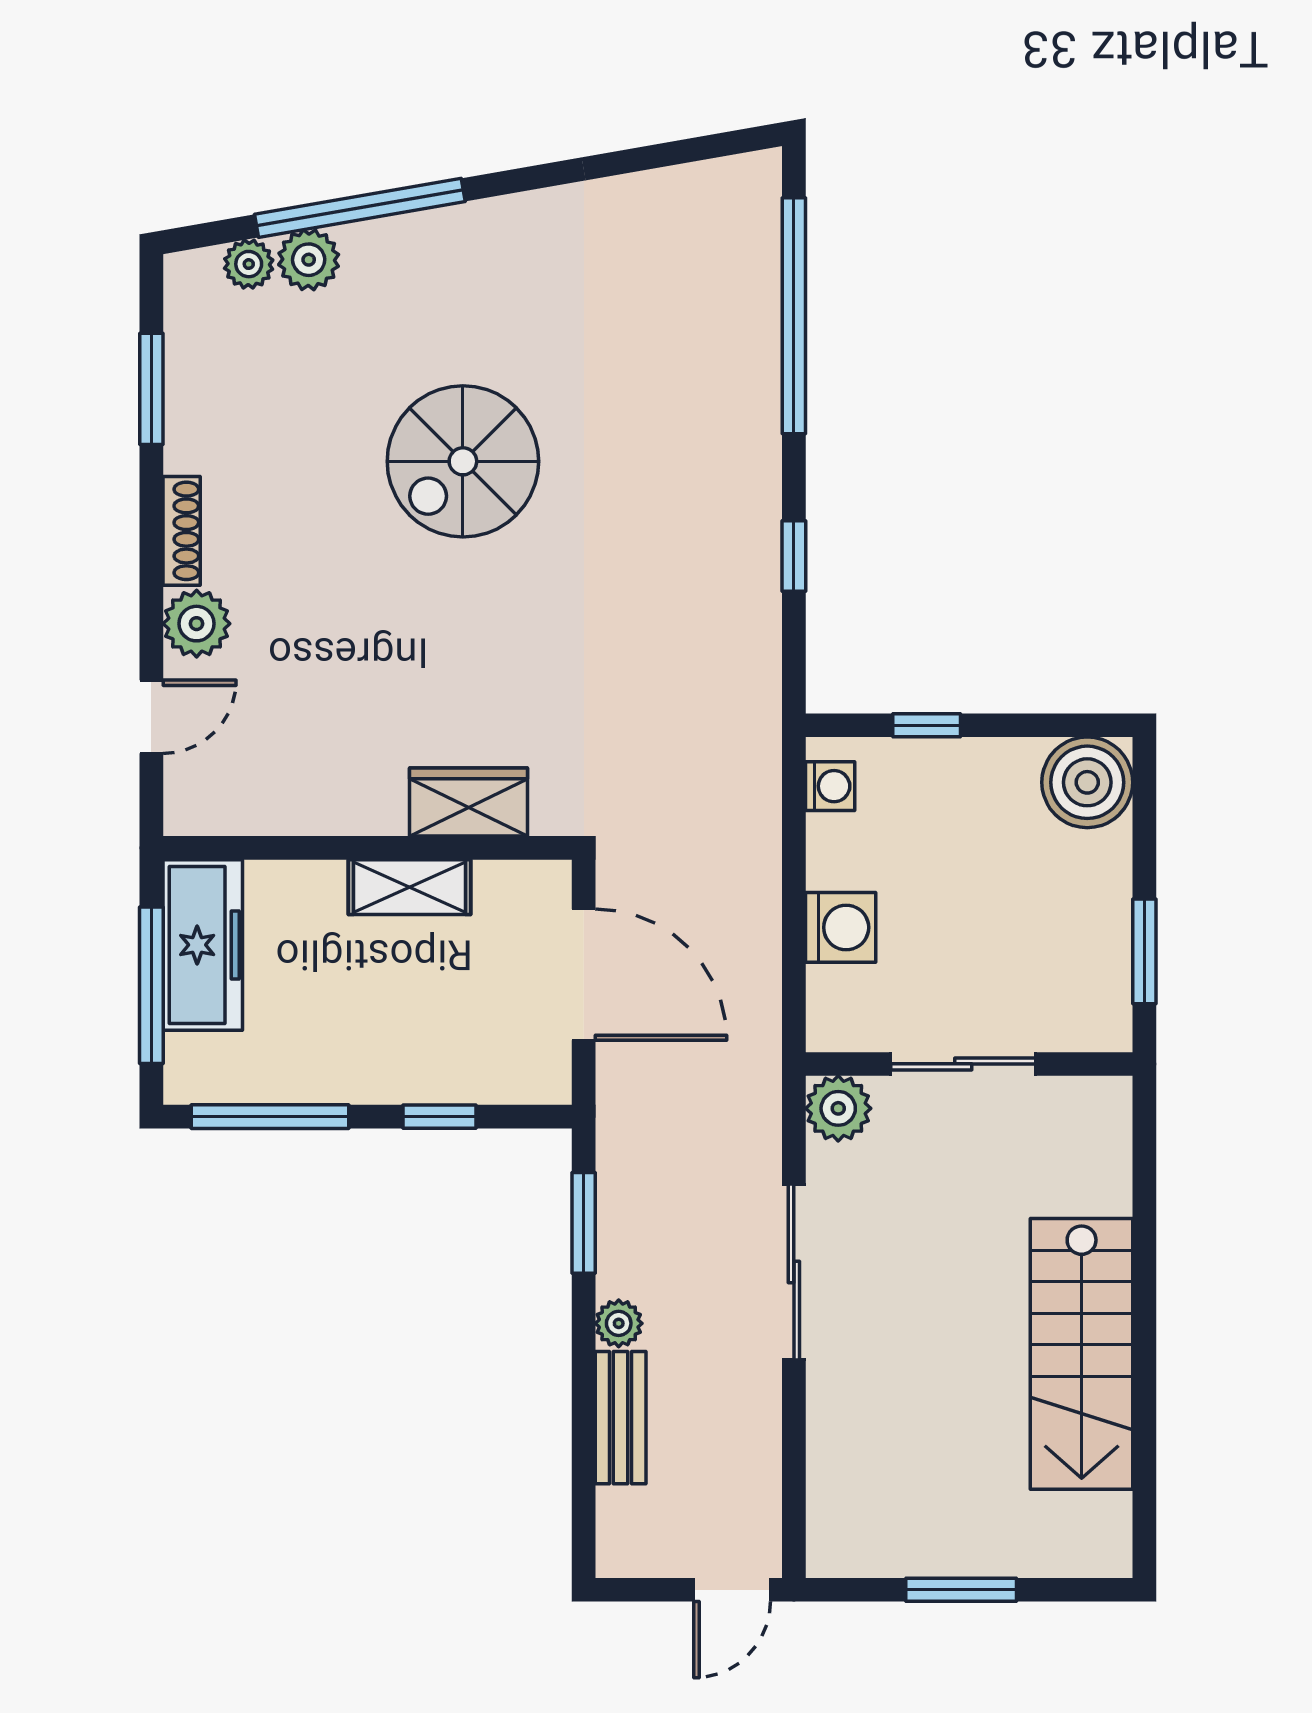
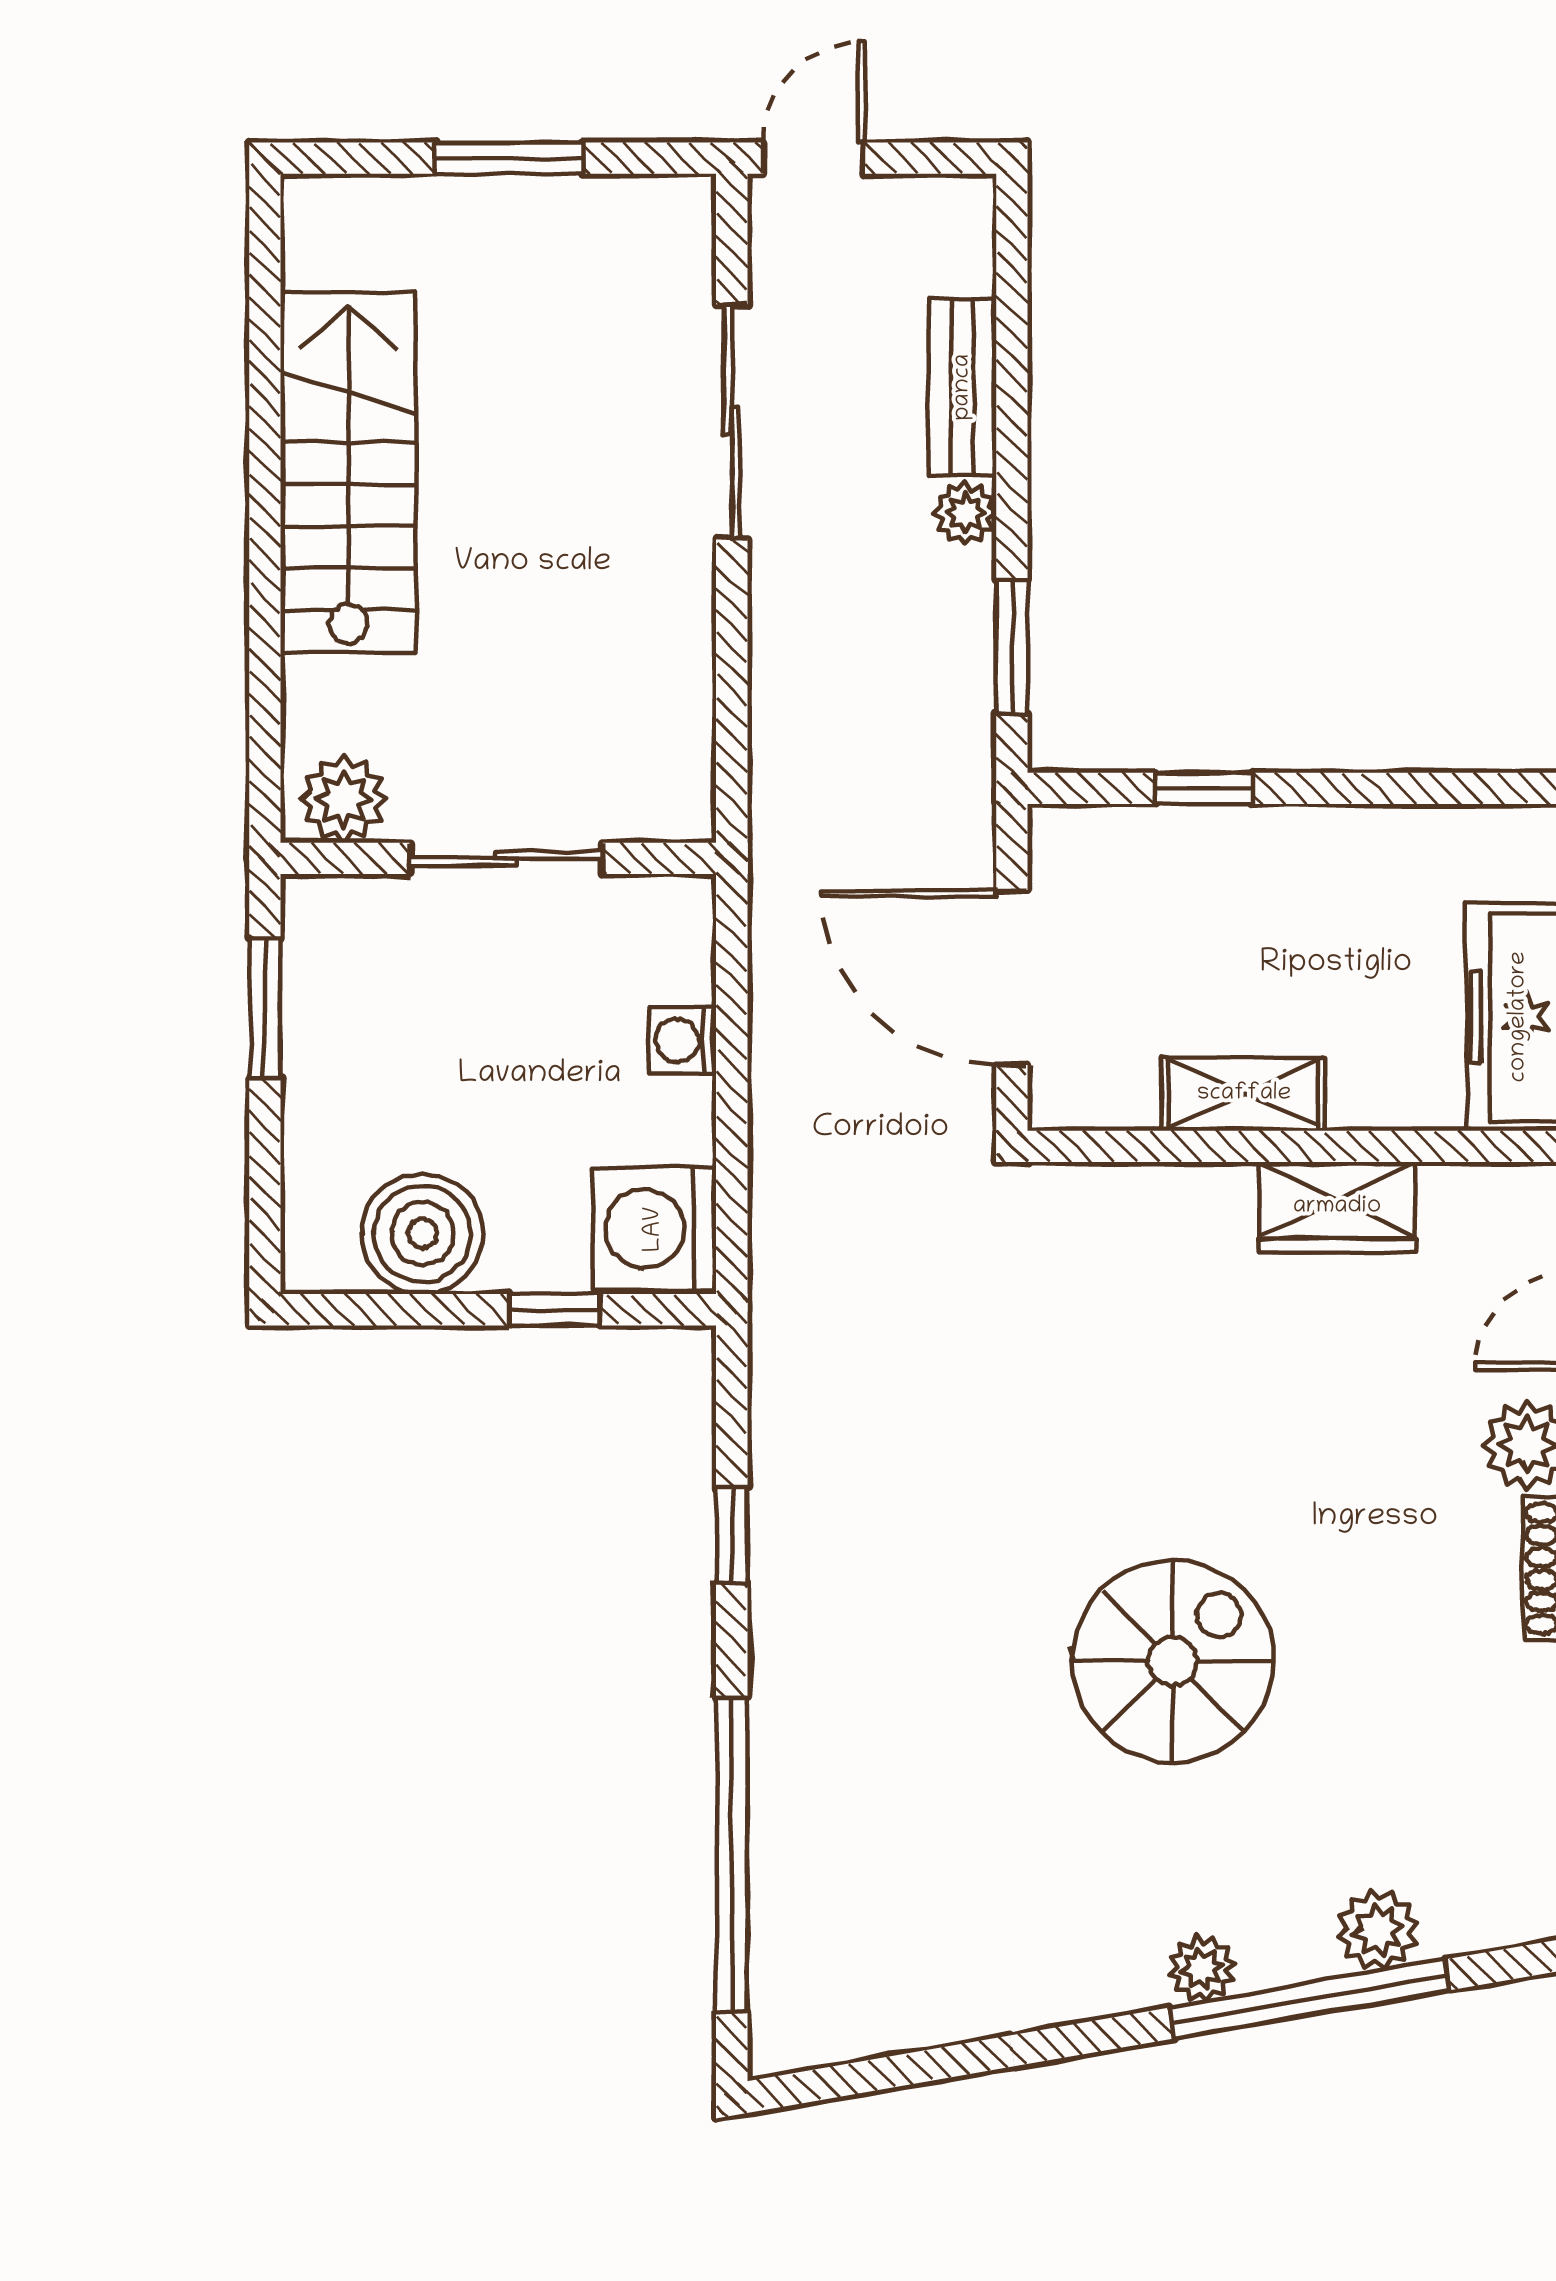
plant: (249, 264) -> (1202, 1969), moved
boiler: (1087, 782) -> (422, 1234), moved
washing machine: (830, 786) -> (654, 1229), width x1.89, depth x1.89
wardrobe: (468, 802) -> (1337, 1207), moved
washing machine: (841, 927) -> (682, 1040), width x0.73, depth x0.73
plant: (838, 1108) -> (344, 799), moved
window: (270, 1117) -> (1430, 788), removed
sliding door: (794, 1272) -> (732, 421), moved

